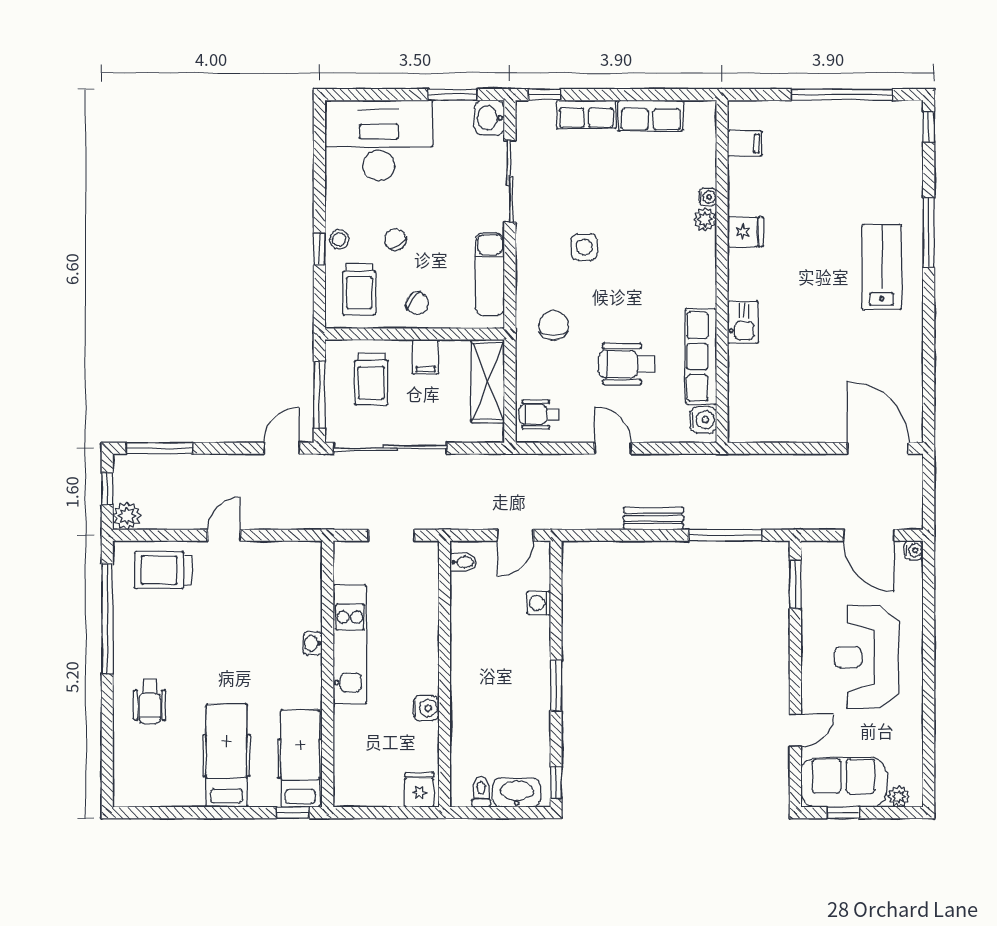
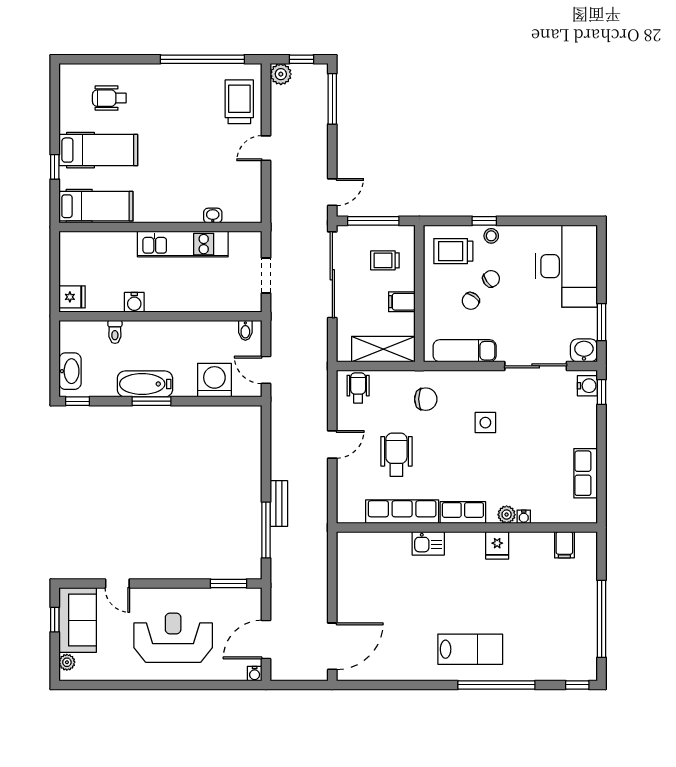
row of seats: (586, 114) -> (463, 513), moved, turned 90
window: (929, 233) -> (496, 685), width x1.46
chair: (417, 303) -> (471, 301), moved
trolley: (371, 379) -> (385, 260), width x0.73, depth x0.72
water cooler: (703, 420) -> (587, 386), moved, turned -90
door: (282, 448) -> (332, 192), hinge flipped
bench: (654, 518) -> (279, 504), moved
door: (224, 535) -> (266, 148), swing flipped
washing machine: (539, 603) -> (214, 380), width x1.89, depth x1.89
washbasin: (312, 643) -> (213, 216), moved
bathtub: (533, 694) -> (145, 384), added
wheelchair: (150, 702) -> (109, 98), moved
toilet: (481, 792) -> (115, 332), moved, turned 90
window: (293, 813) -> (55, 167), moved

